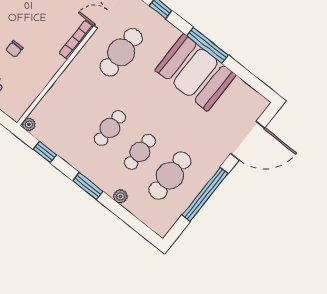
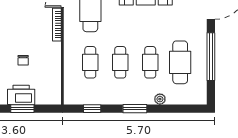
cafe table: (80, 104) -> (90, 62), added
plant: (29, 124) -> (69, 99), removed

